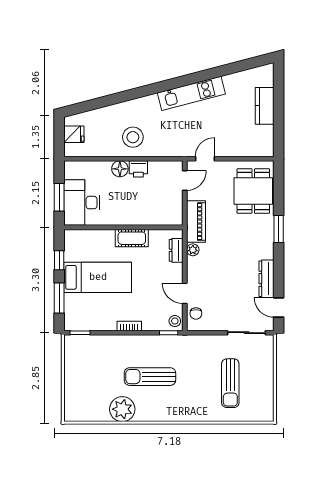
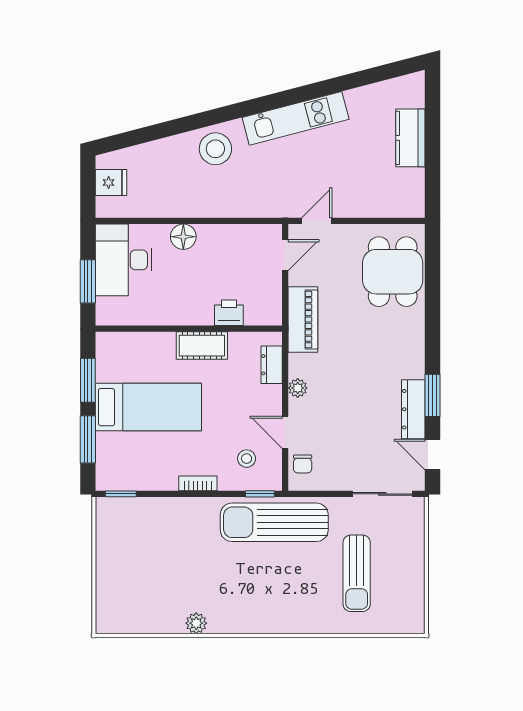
stool: (133, 137) -> (215, 149), moved
printer: (138, 169) -> (229, 313), moved, turned 180
desk: (82, 203) -> (124, 260), moved
window: (279, 229) -> (433, 395), moved
plant: (193, 250) -> (298, 388), moved
window: (59, 260) -> (88, 380), width x1.50
stool: (175, 321) -> (247, 459), moved
sun lounger: (150, 377) -> (274, 522), moved, width x1.36, depth x1.34
plant: (122, 409) -> (196, 623), width x0.53, depth x0.53

